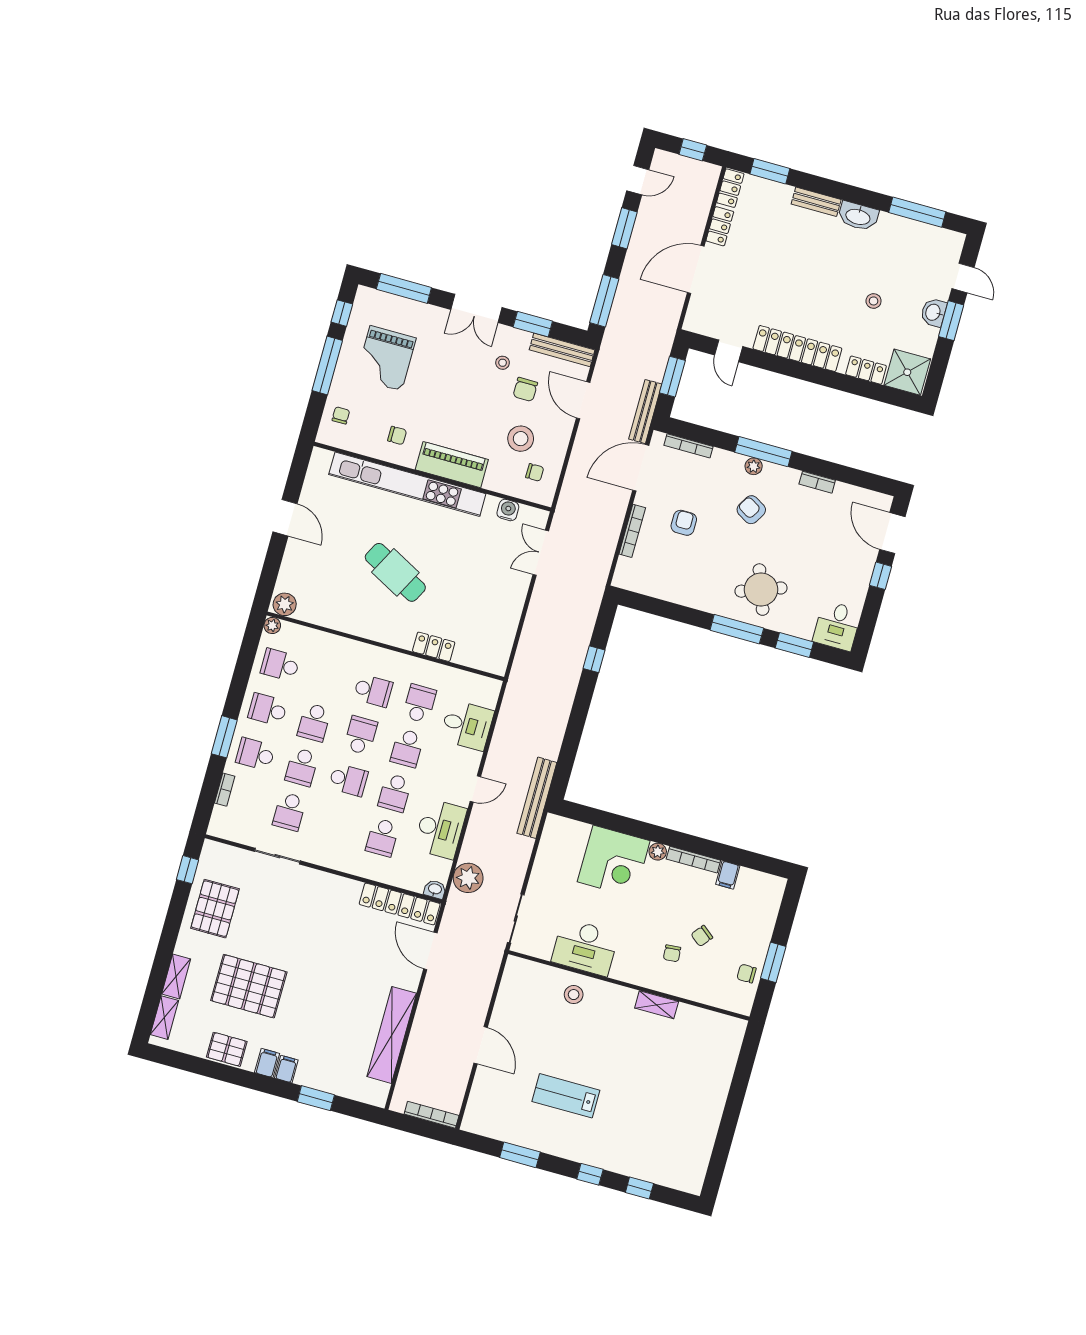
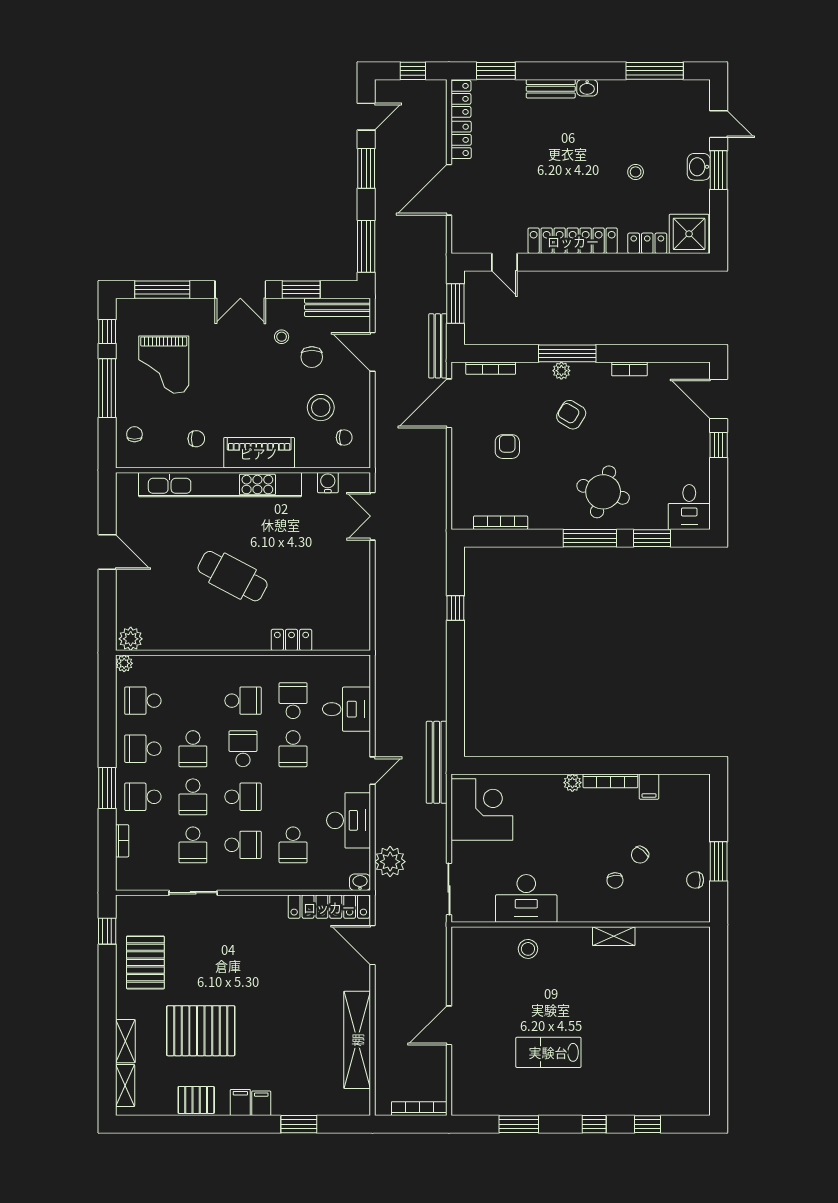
washbasin: (858, 216) -> (587, 88), width x0.52, depth x0.69
bookcase: (632, 531) -> (501, 523), moved, turned -90
round table: (761, 590) -> (603, 492), turned 37
school desk: (395, 793) -> (243, 845), moved, turned -90
corner desk: (614, 861) -> (482, 809), moved, turned -90
door: (481, 1045) -> (449, 1025), swing flipped

